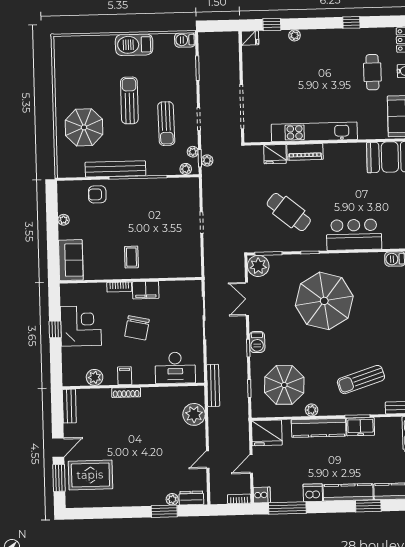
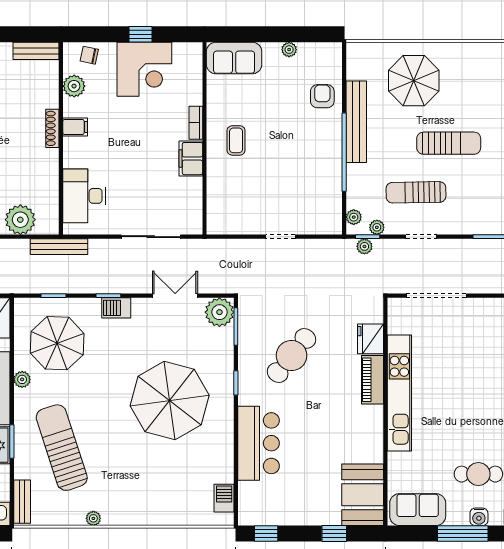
coffee table: (131, 257) -> (236, 140), turned 90
chair: (137, 328) -> (89, 55), moved, width x0.54, depth x0.54
sun lounger: (361, 380) -> (62, 448), width x1.36, depth x1.34

